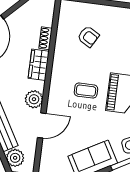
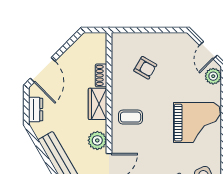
coffee table: (86, 91) -> (131, 117), moved

